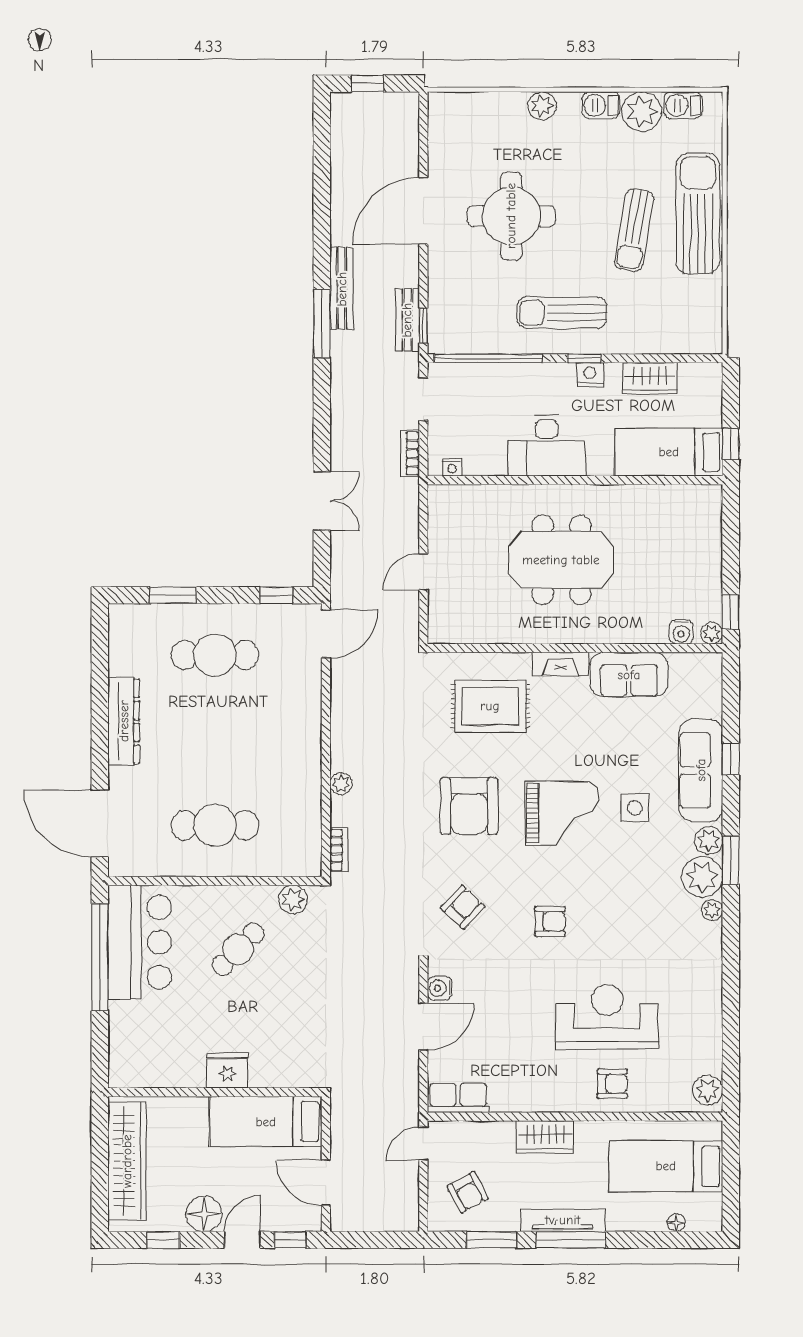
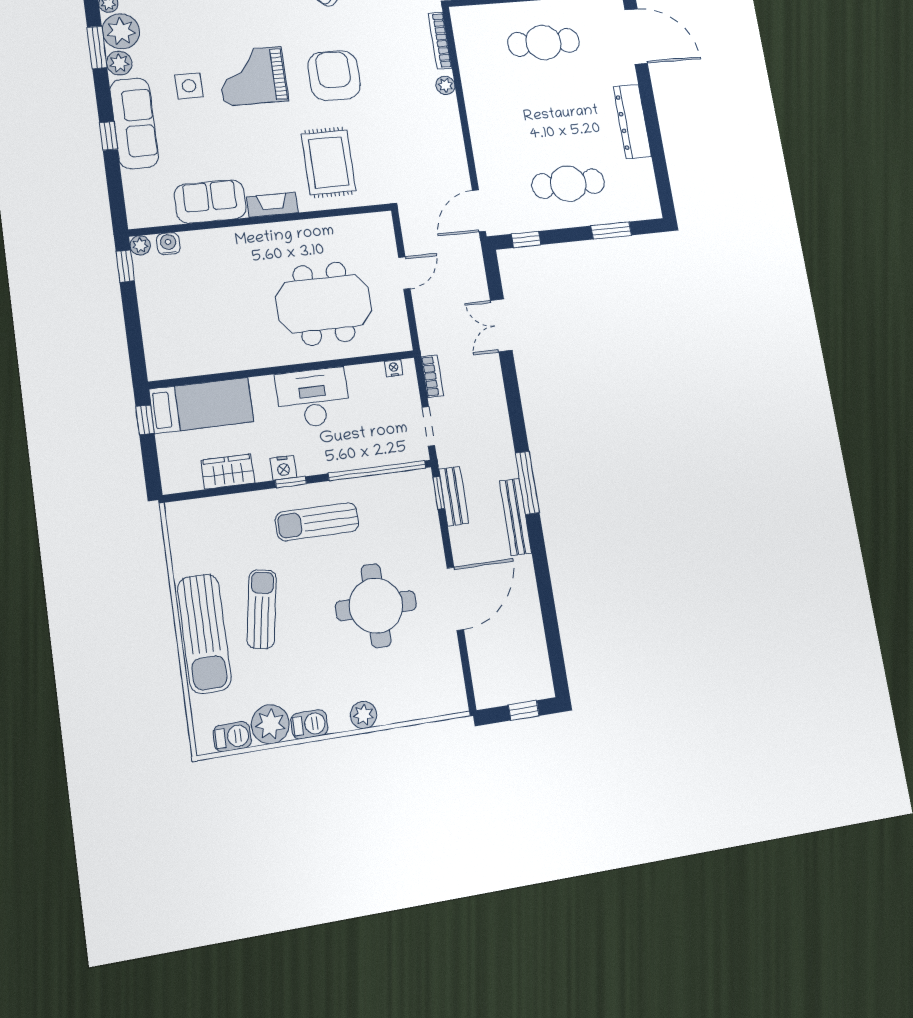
sun lounger: (562, 313) -> (317, 522), turned 180
meeting table: (561, 560) -> (324, 304), moved
rug: (490, 706) -> (329, 162), turned 90
bookcase: (339, 850) -> (440, 41), width x1.56

